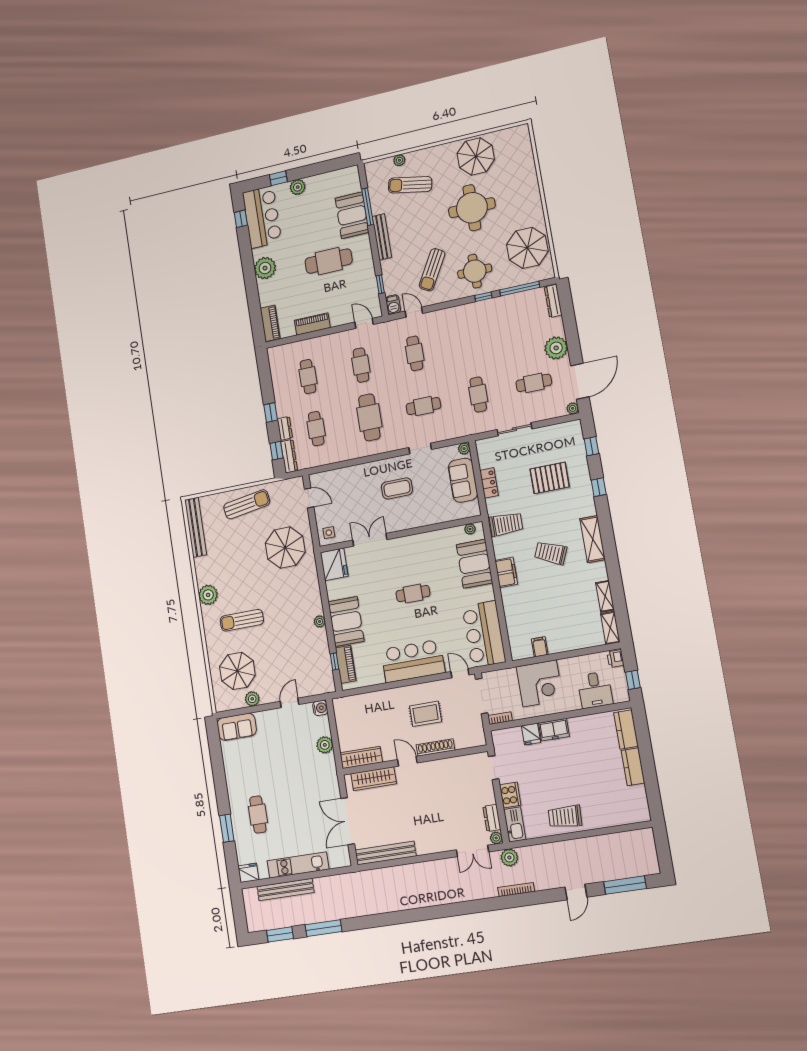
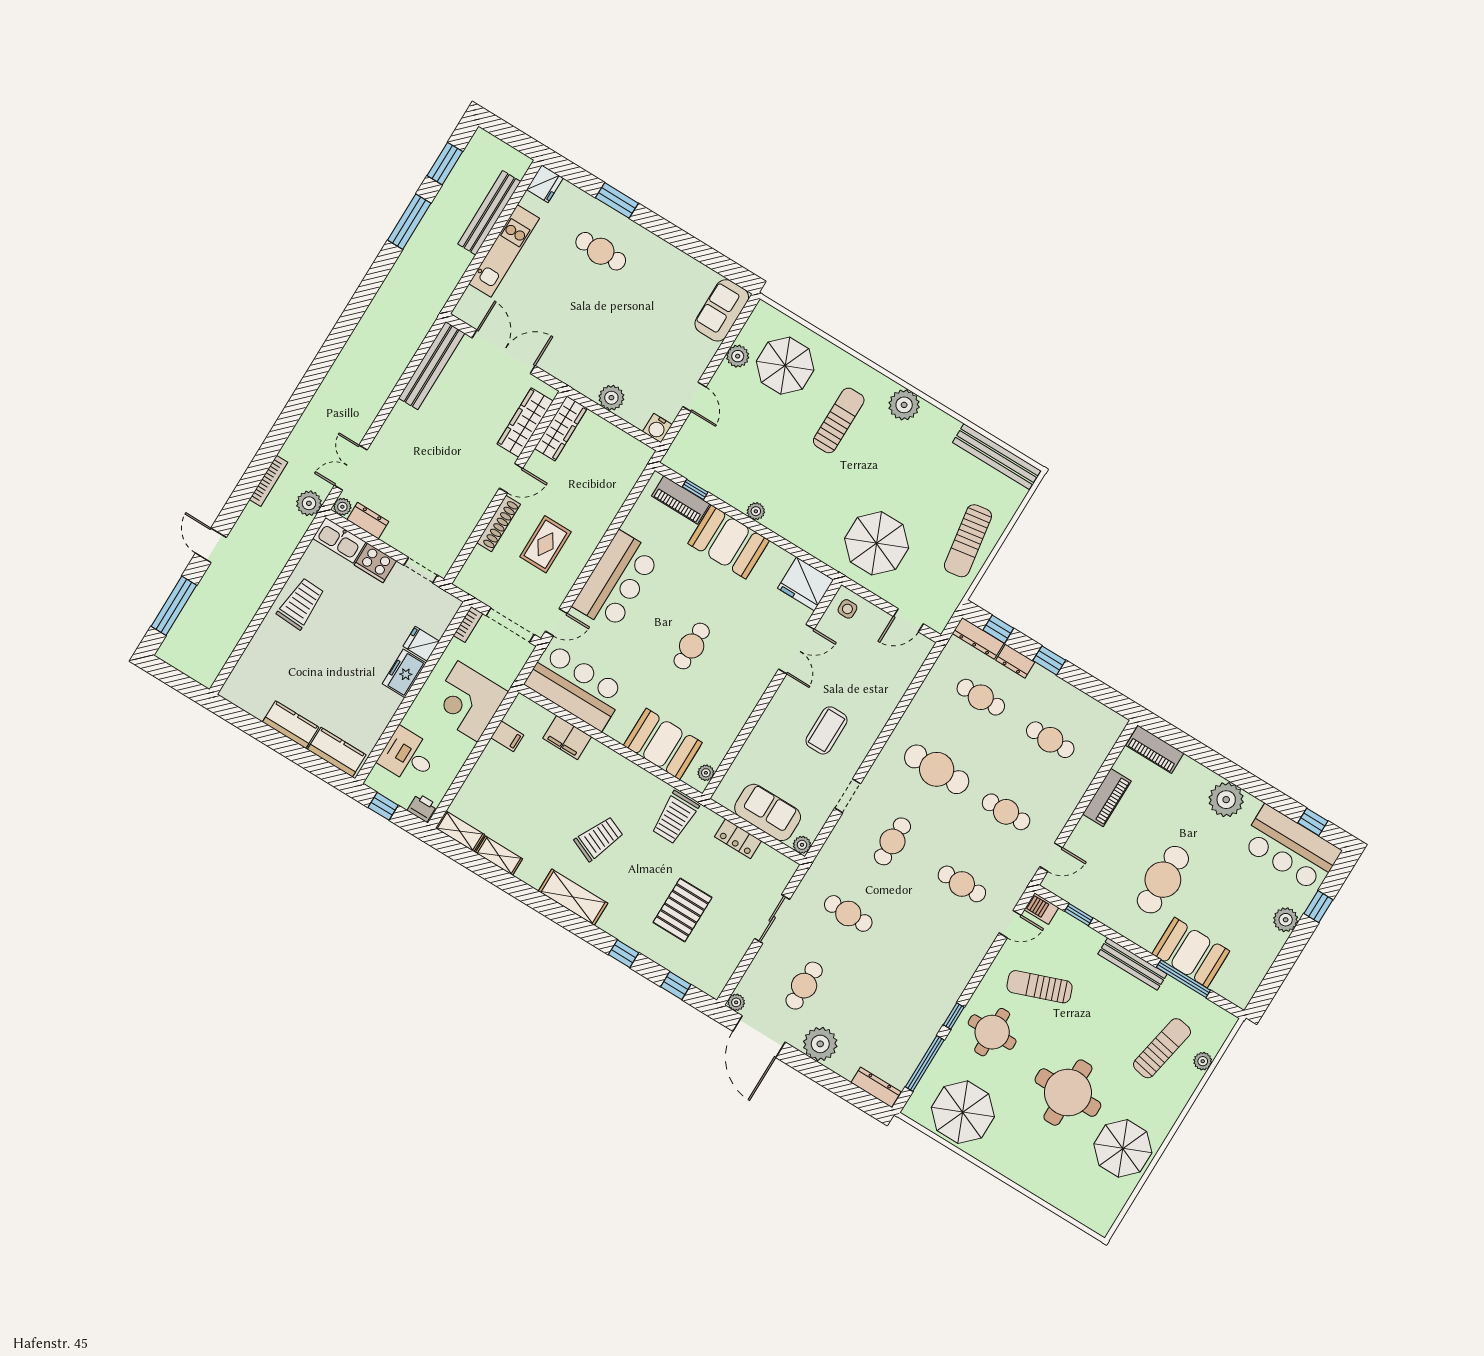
sun lounger: (432, 270) -> (1040, 987), turned -49
filing cabinet: (506, 572) -> (567, 738), moved

